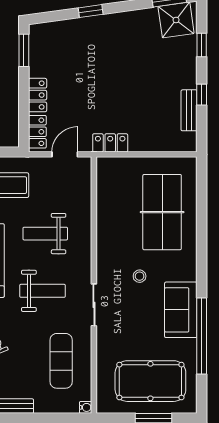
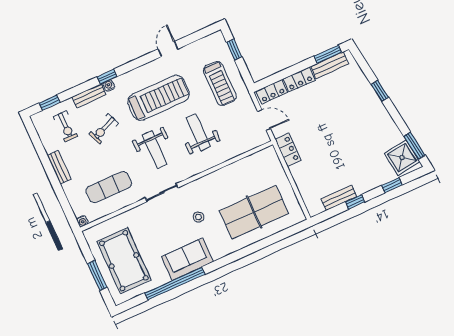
bench: (37, 54) -> (330, 65), added

